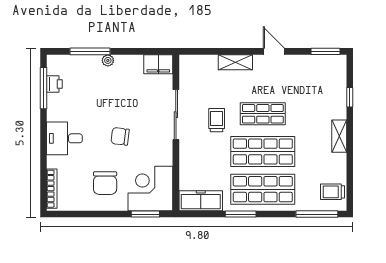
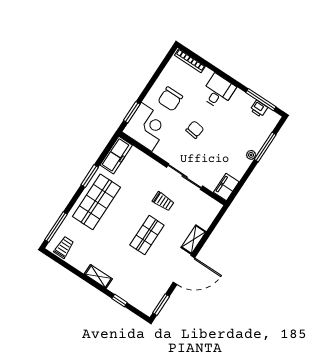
door: (274, 51) -> (184, 270), width x1.88
shop shelf: (263, 151) -> (122, 218), removed
chair: (105, 183) -> (170, 99), turned -90

